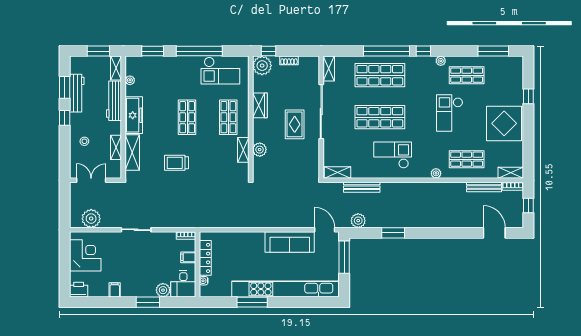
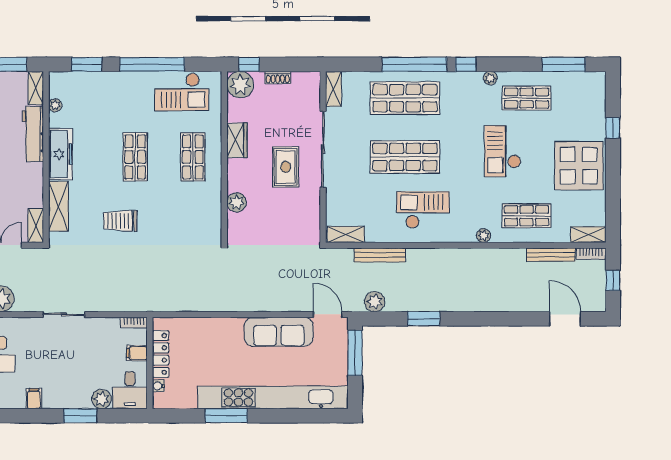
shelving: (116, 147) -> (36, 226), moved
shelving: (243, 150) -> (214, 203), removed

